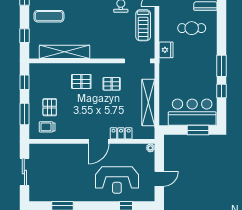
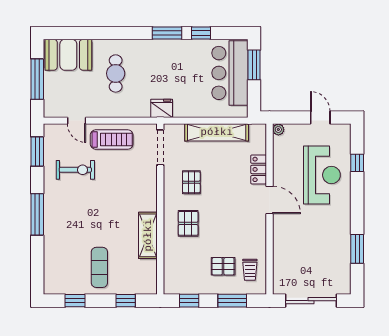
fridge: (166, 50) -> (162, 108), moved
shelving: (65, 52) -> (148, 235), width x0.68
sliding door: (24, 172) -> (311, 301), width x1.37

